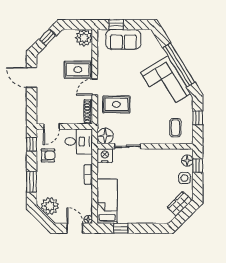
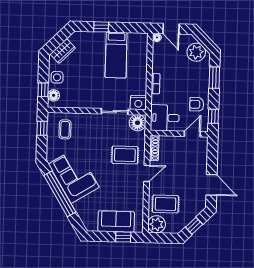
rug: (78, 70) -> (166, 204), moved
window: (198, 118) -> (42, 128), moved
bed: (107, 201) -> (116, 55), moved
window: (121, 228) -> (101, 27), moved

